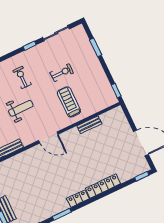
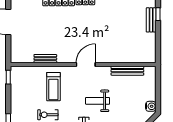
door: (48, 137) -> (86, 65), hinge flipped

